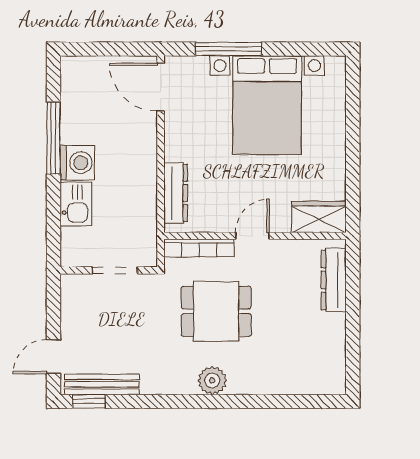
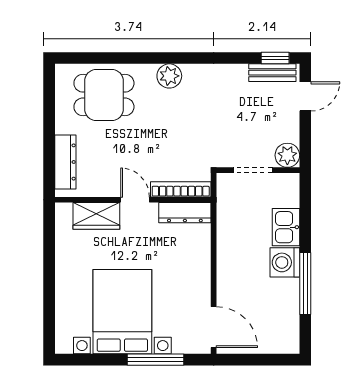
dresser: (176, 193) -> (185, 213), moved, turned -90
wardrobe: (319, 217) -> (96, 216), moved
door: (252, 236) -> (135, 200), swing flipped
plant: (74, 288) -> (287, 155), added
dining table: (216, 311) -> (104, 95), moved
bench: (102, 384) -> (272, 73), width x0.73

